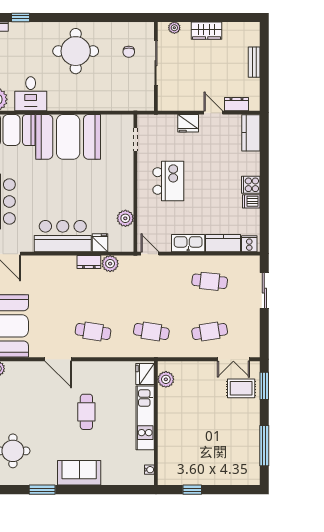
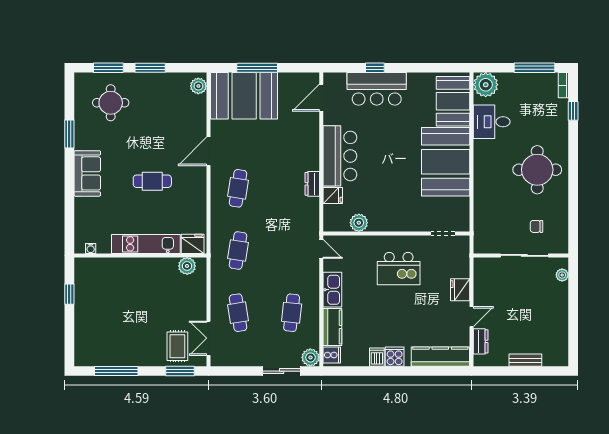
wardrobe: (207, 31) -> (559, 309), removed
kitchen counter: (251, 133) -> (440, 357), width x1.50
door: (150, 254) -> (321, 249), hinge flipped
plant: (110, 264) -> (310, 357), moved

